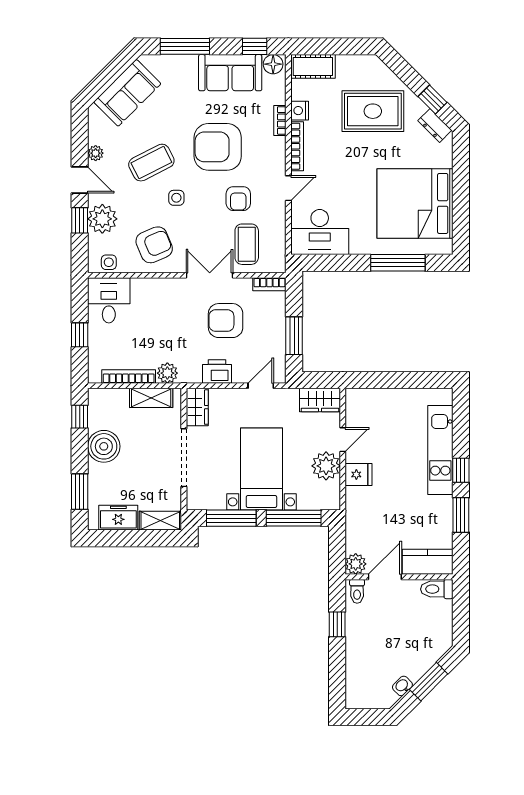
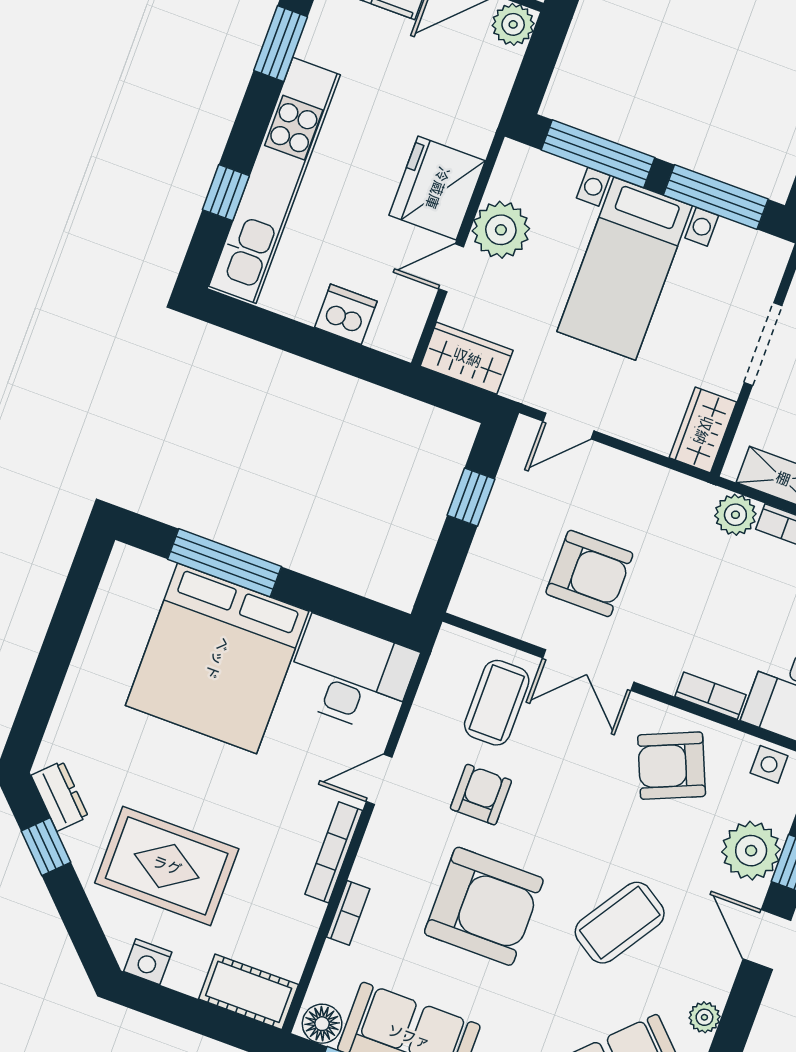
nightstand: (300, 111) -> (148, 962), moved, turned 90
plant: (96, 153) -> (704, 1017), moved
coffee table: (151, 163) -> (620, 923), turned -30
side table: (176, 198) -> (597, 839), removed
bed: (415, 203) -> (217, 658), moved, turned 90
bookcase: (269, 284) -> (711, 696), moved
window: (294, 336) -> (471, 497), width x0.67
printer: (217, 372) -> (641, 483), removed
dishwasher: (384, 400) -> (346, 314), added
kitchen unit: (440, 450) -> (274, 180), width x1.36
doorway: (184, 458) -> (763, 344), width x0.73
window: (461, 470) -> (226, 193), moved
fridge: (358, 474) -> (437, 188), width x1.88, depth x1.34

